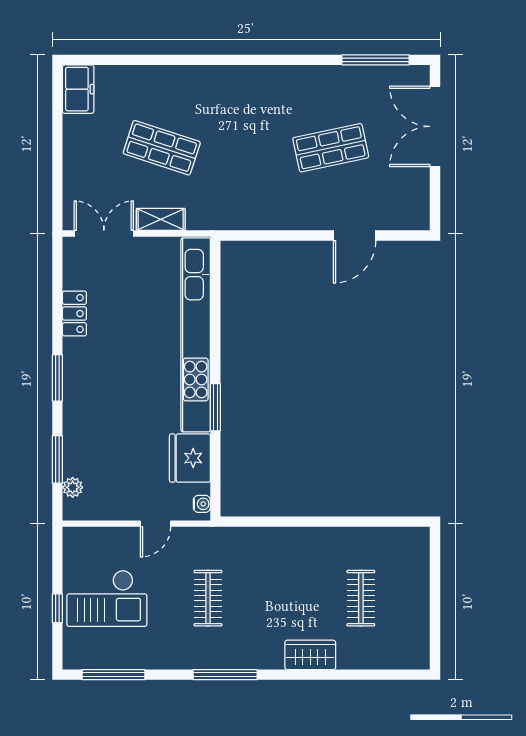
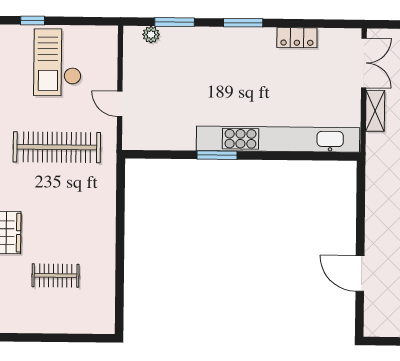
fridge: (190, 458) -> (175, 133), removed
water cooler: (202, 504) -> (136, 143), removed
clothes rail: (208, 598) -> (57, 147), width x1.86, depth x1.31
window: (57, 608) -> (33, 21), moved

